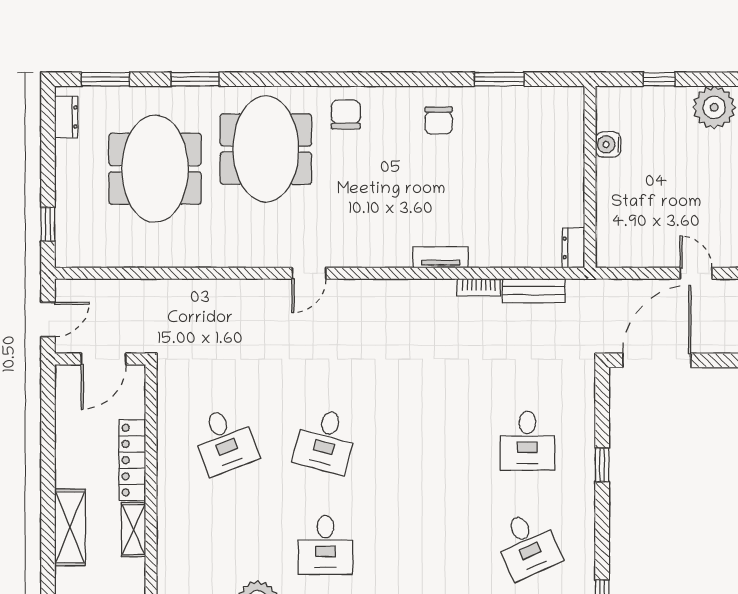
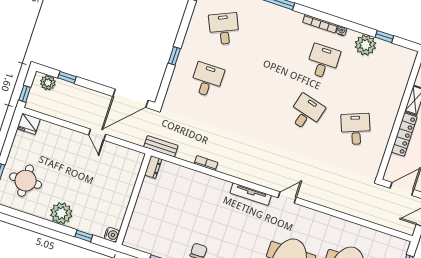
water cooler: (608, 144) -> (112, 235), moved
tv unit: (441, 257) -> (251, 194), moved, width x1.41
bench: (534, 291) -> (161, 146), moved

